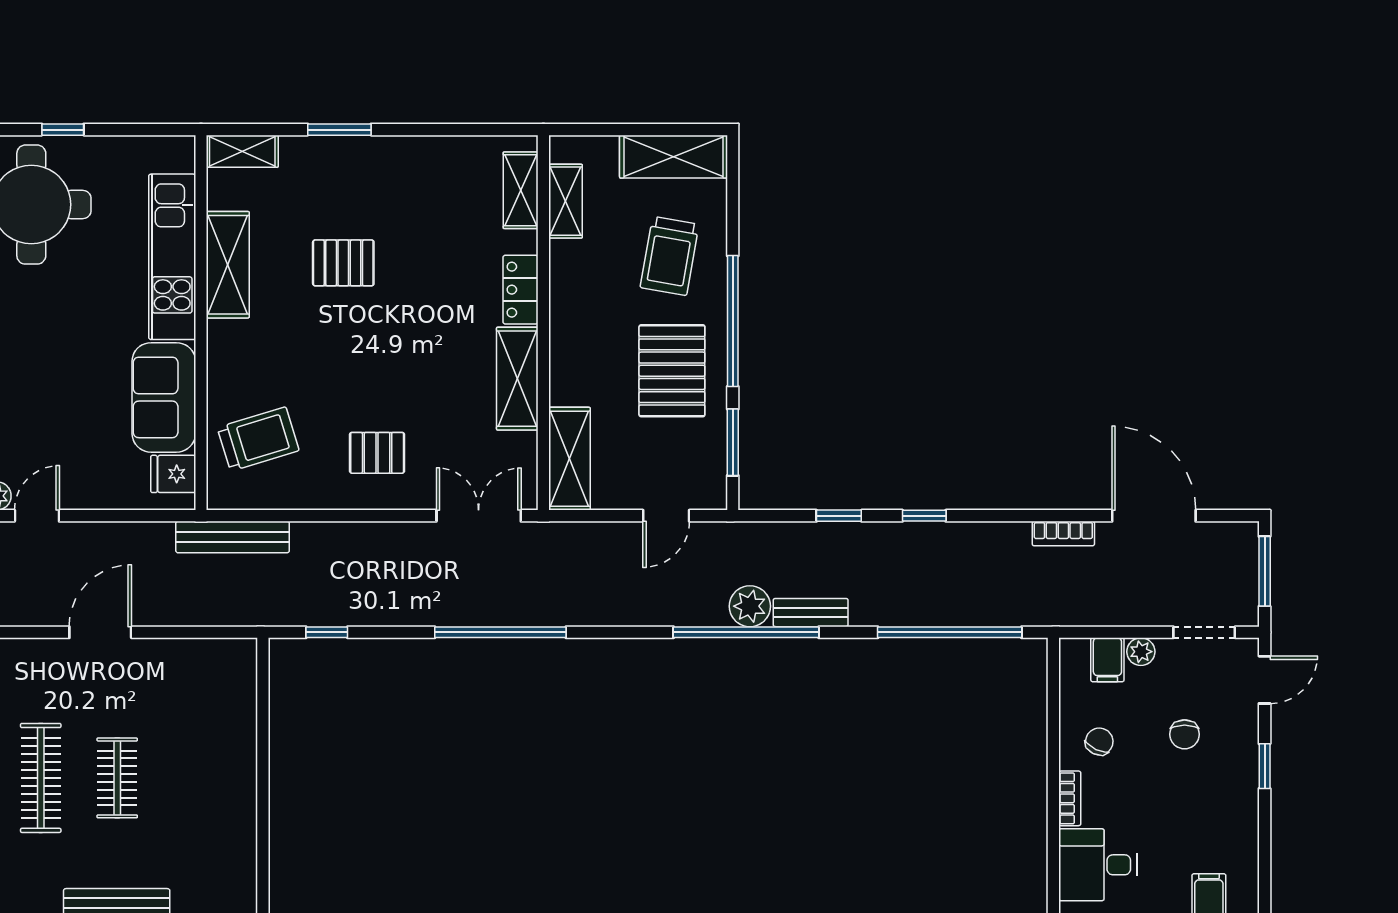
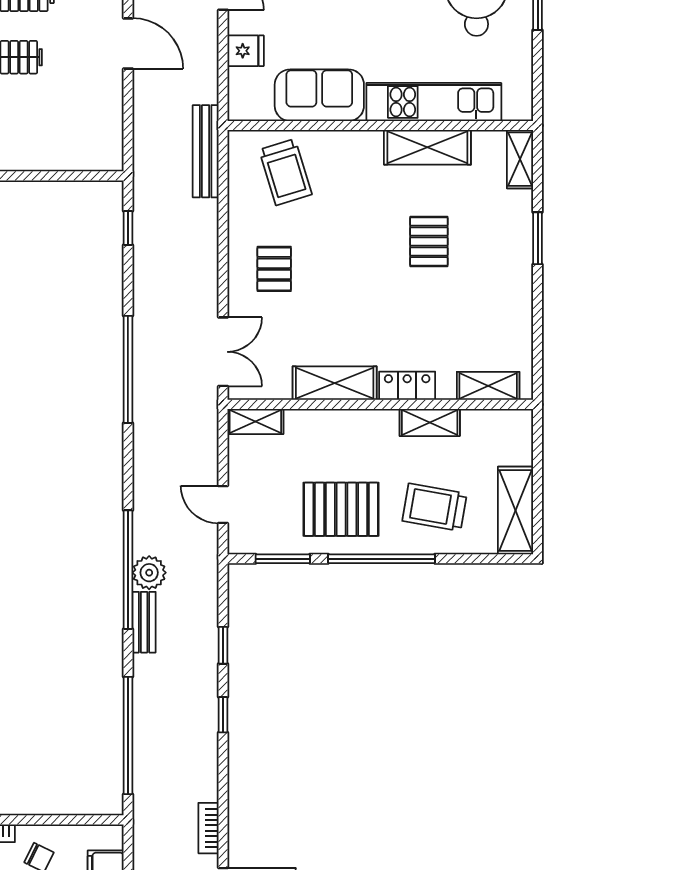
shelving: (565, 201) -> (430, 422), moved
shelving: (569, 459) -> (255, 421), width x0.67, depth x0.75
fridge: (173, 474) -> (246, 51), moved, turned 90

